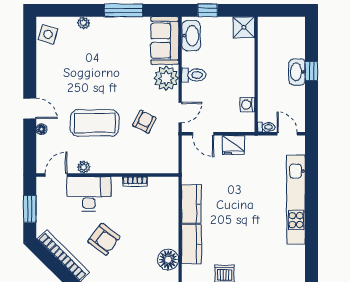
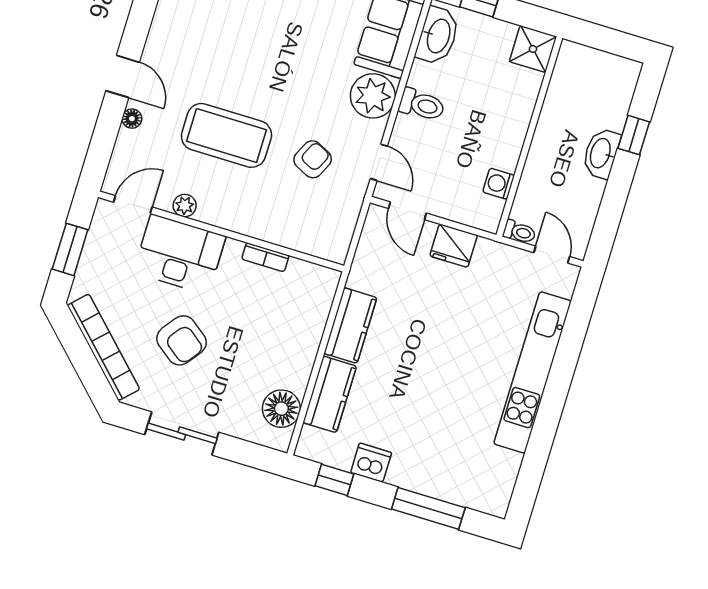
window: (312, 71) -> (634, 135), moved
door: (180, 113) -> (379, 162), hinge flipped

